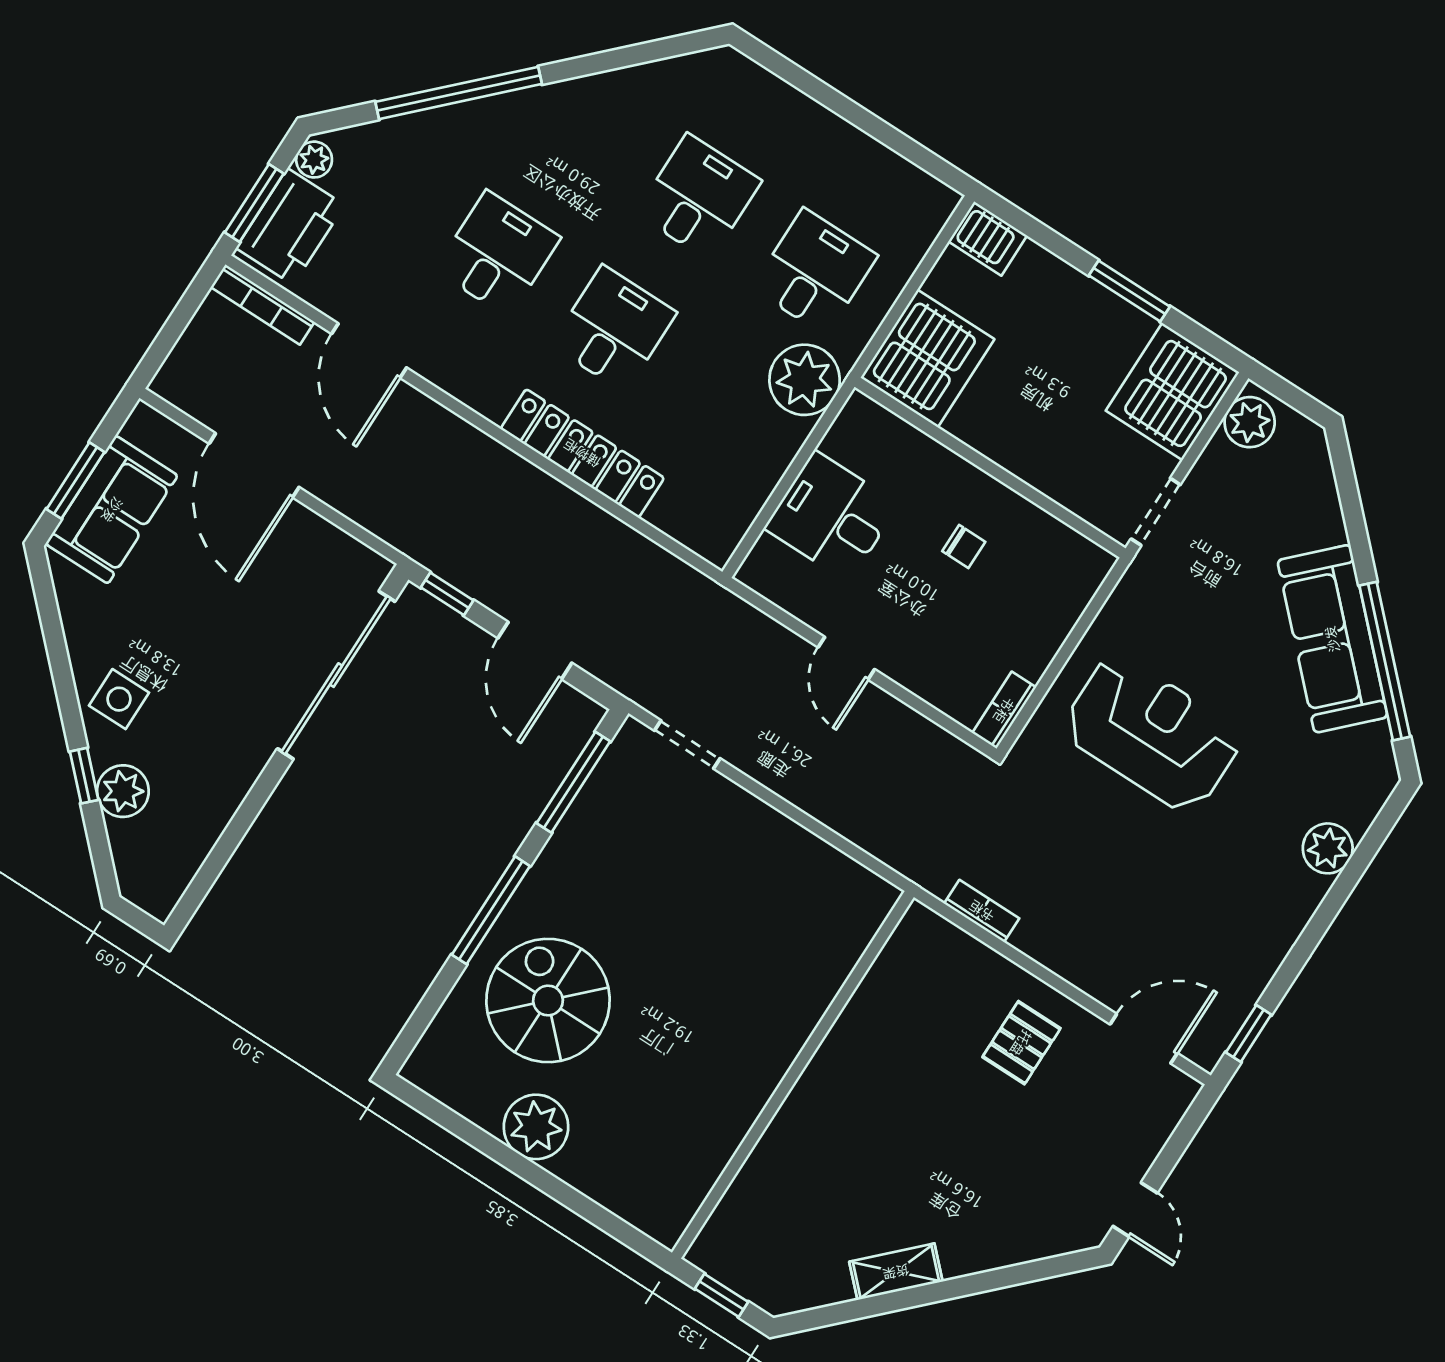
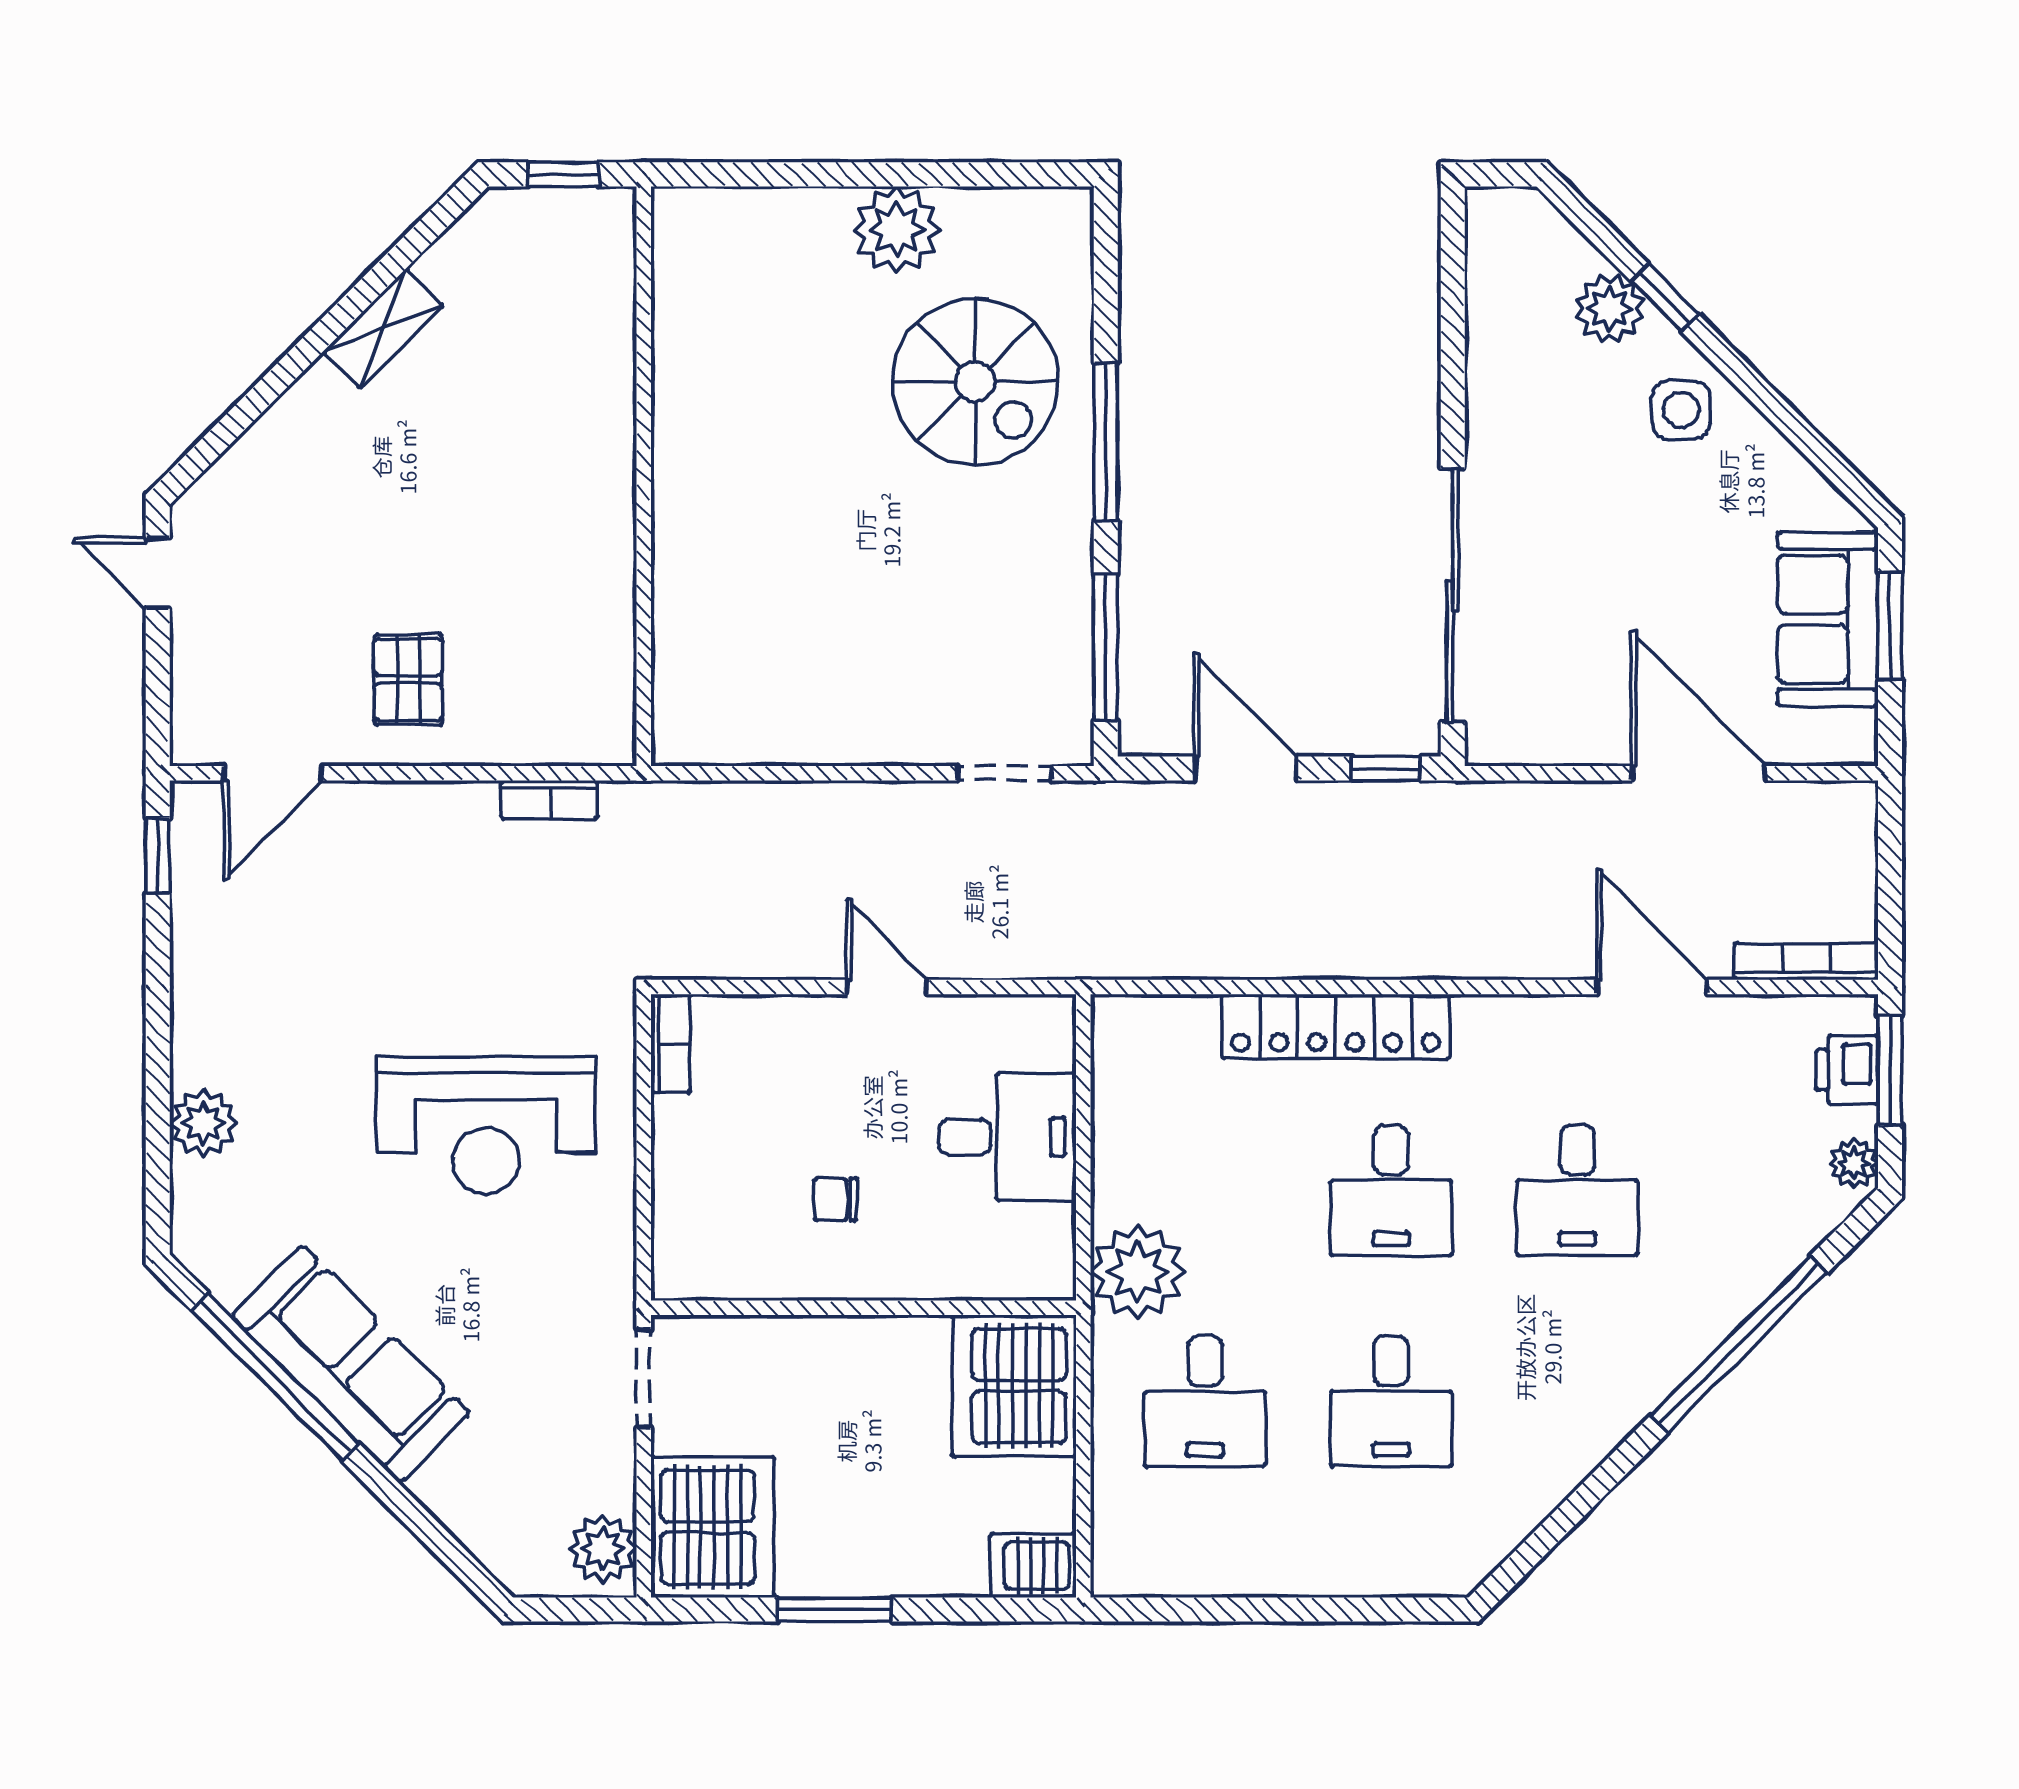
printer: (290, 227) -> (1847, 1070), width x0.53, depth x0.68

